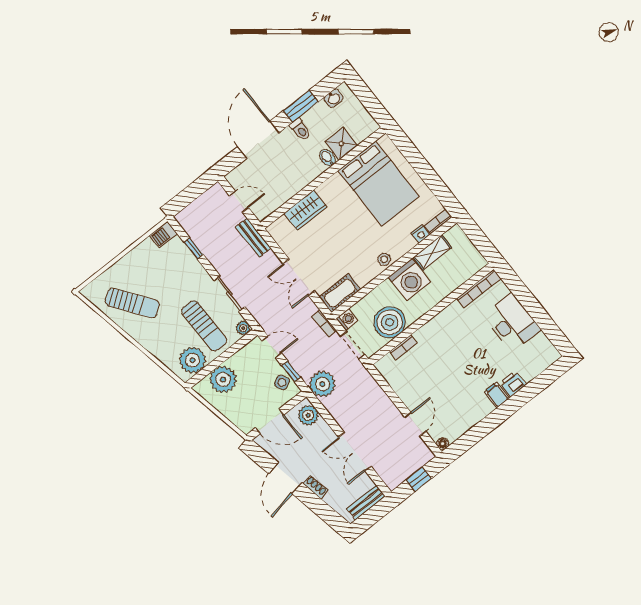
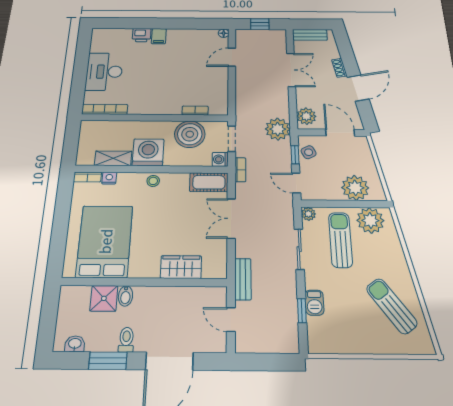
barbecue: (163, 235) -> (314, 303), moved, turned 90
double door: (299, 277) -> (231, 218), swing flipped

